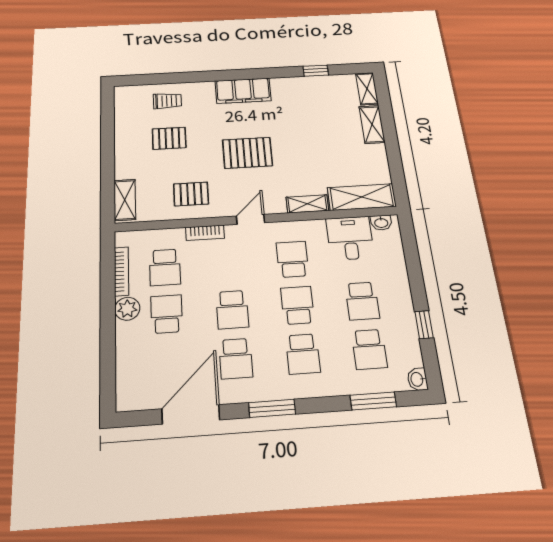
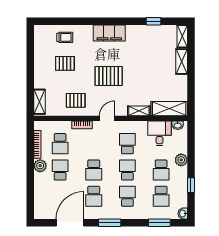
plant: (398, 281) -> (181, 160), added
school desk: (303, 354) -> (127, 196), turned 180

